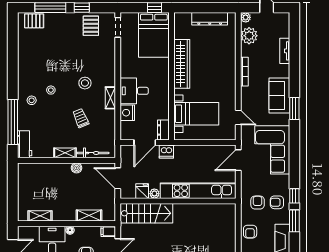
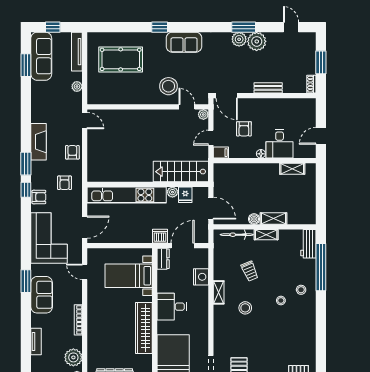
desk: (134, 91) -> (172, 307), moved, turned 180
armchair: (277, 202) -> (39, 197), moved
shelving: (89, 216) -> (274, 218), moved

